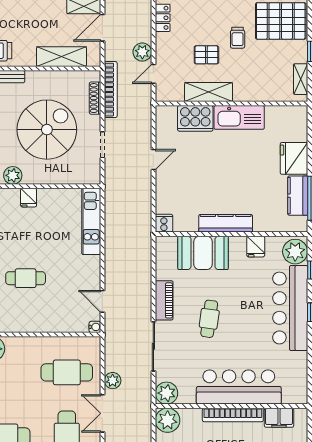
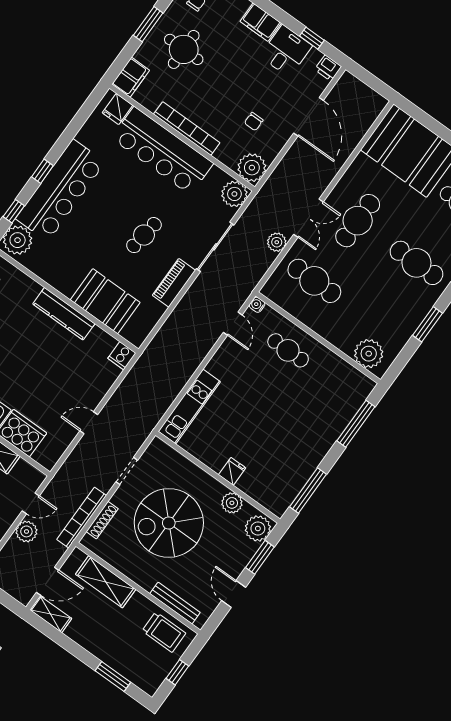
fridge: (256, 247) -> (117, 109), moved, turned 180
cafe table: (26, 278) -> (288, 350), moved
filing cabinet: (279, 418) -> (131, 77), moved, turned 90

